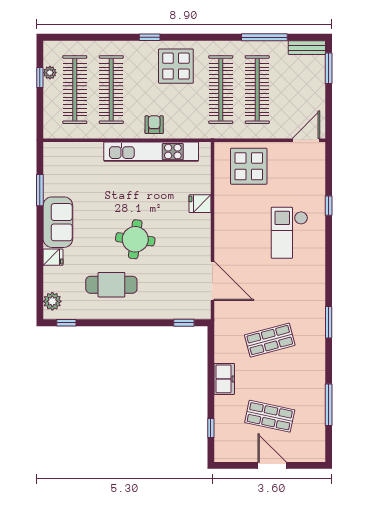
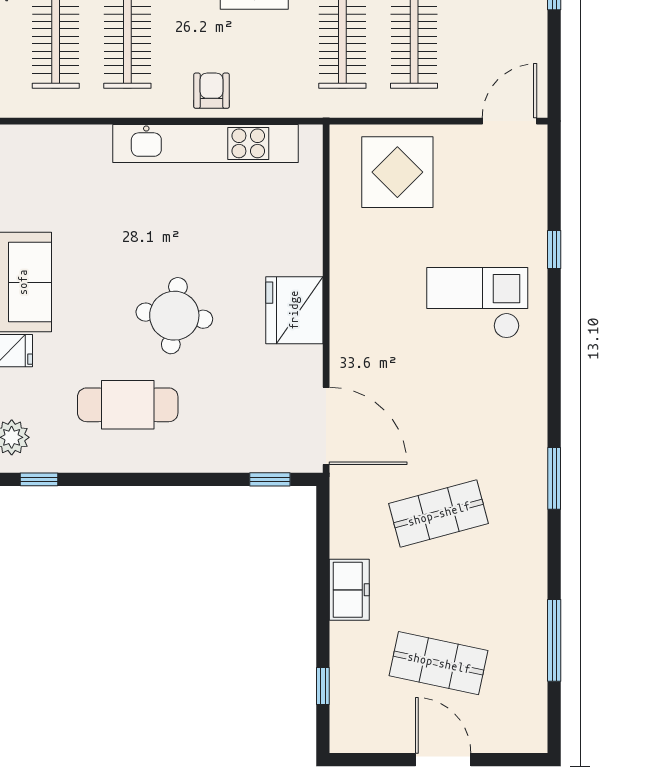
fridge: (200, 204) -> (294, 310), moved, width x1.88, depth x1.34
checkout: (289, 233) -> (477, 303), turned 90
door: (212, 281) -> (326, 426), moved

